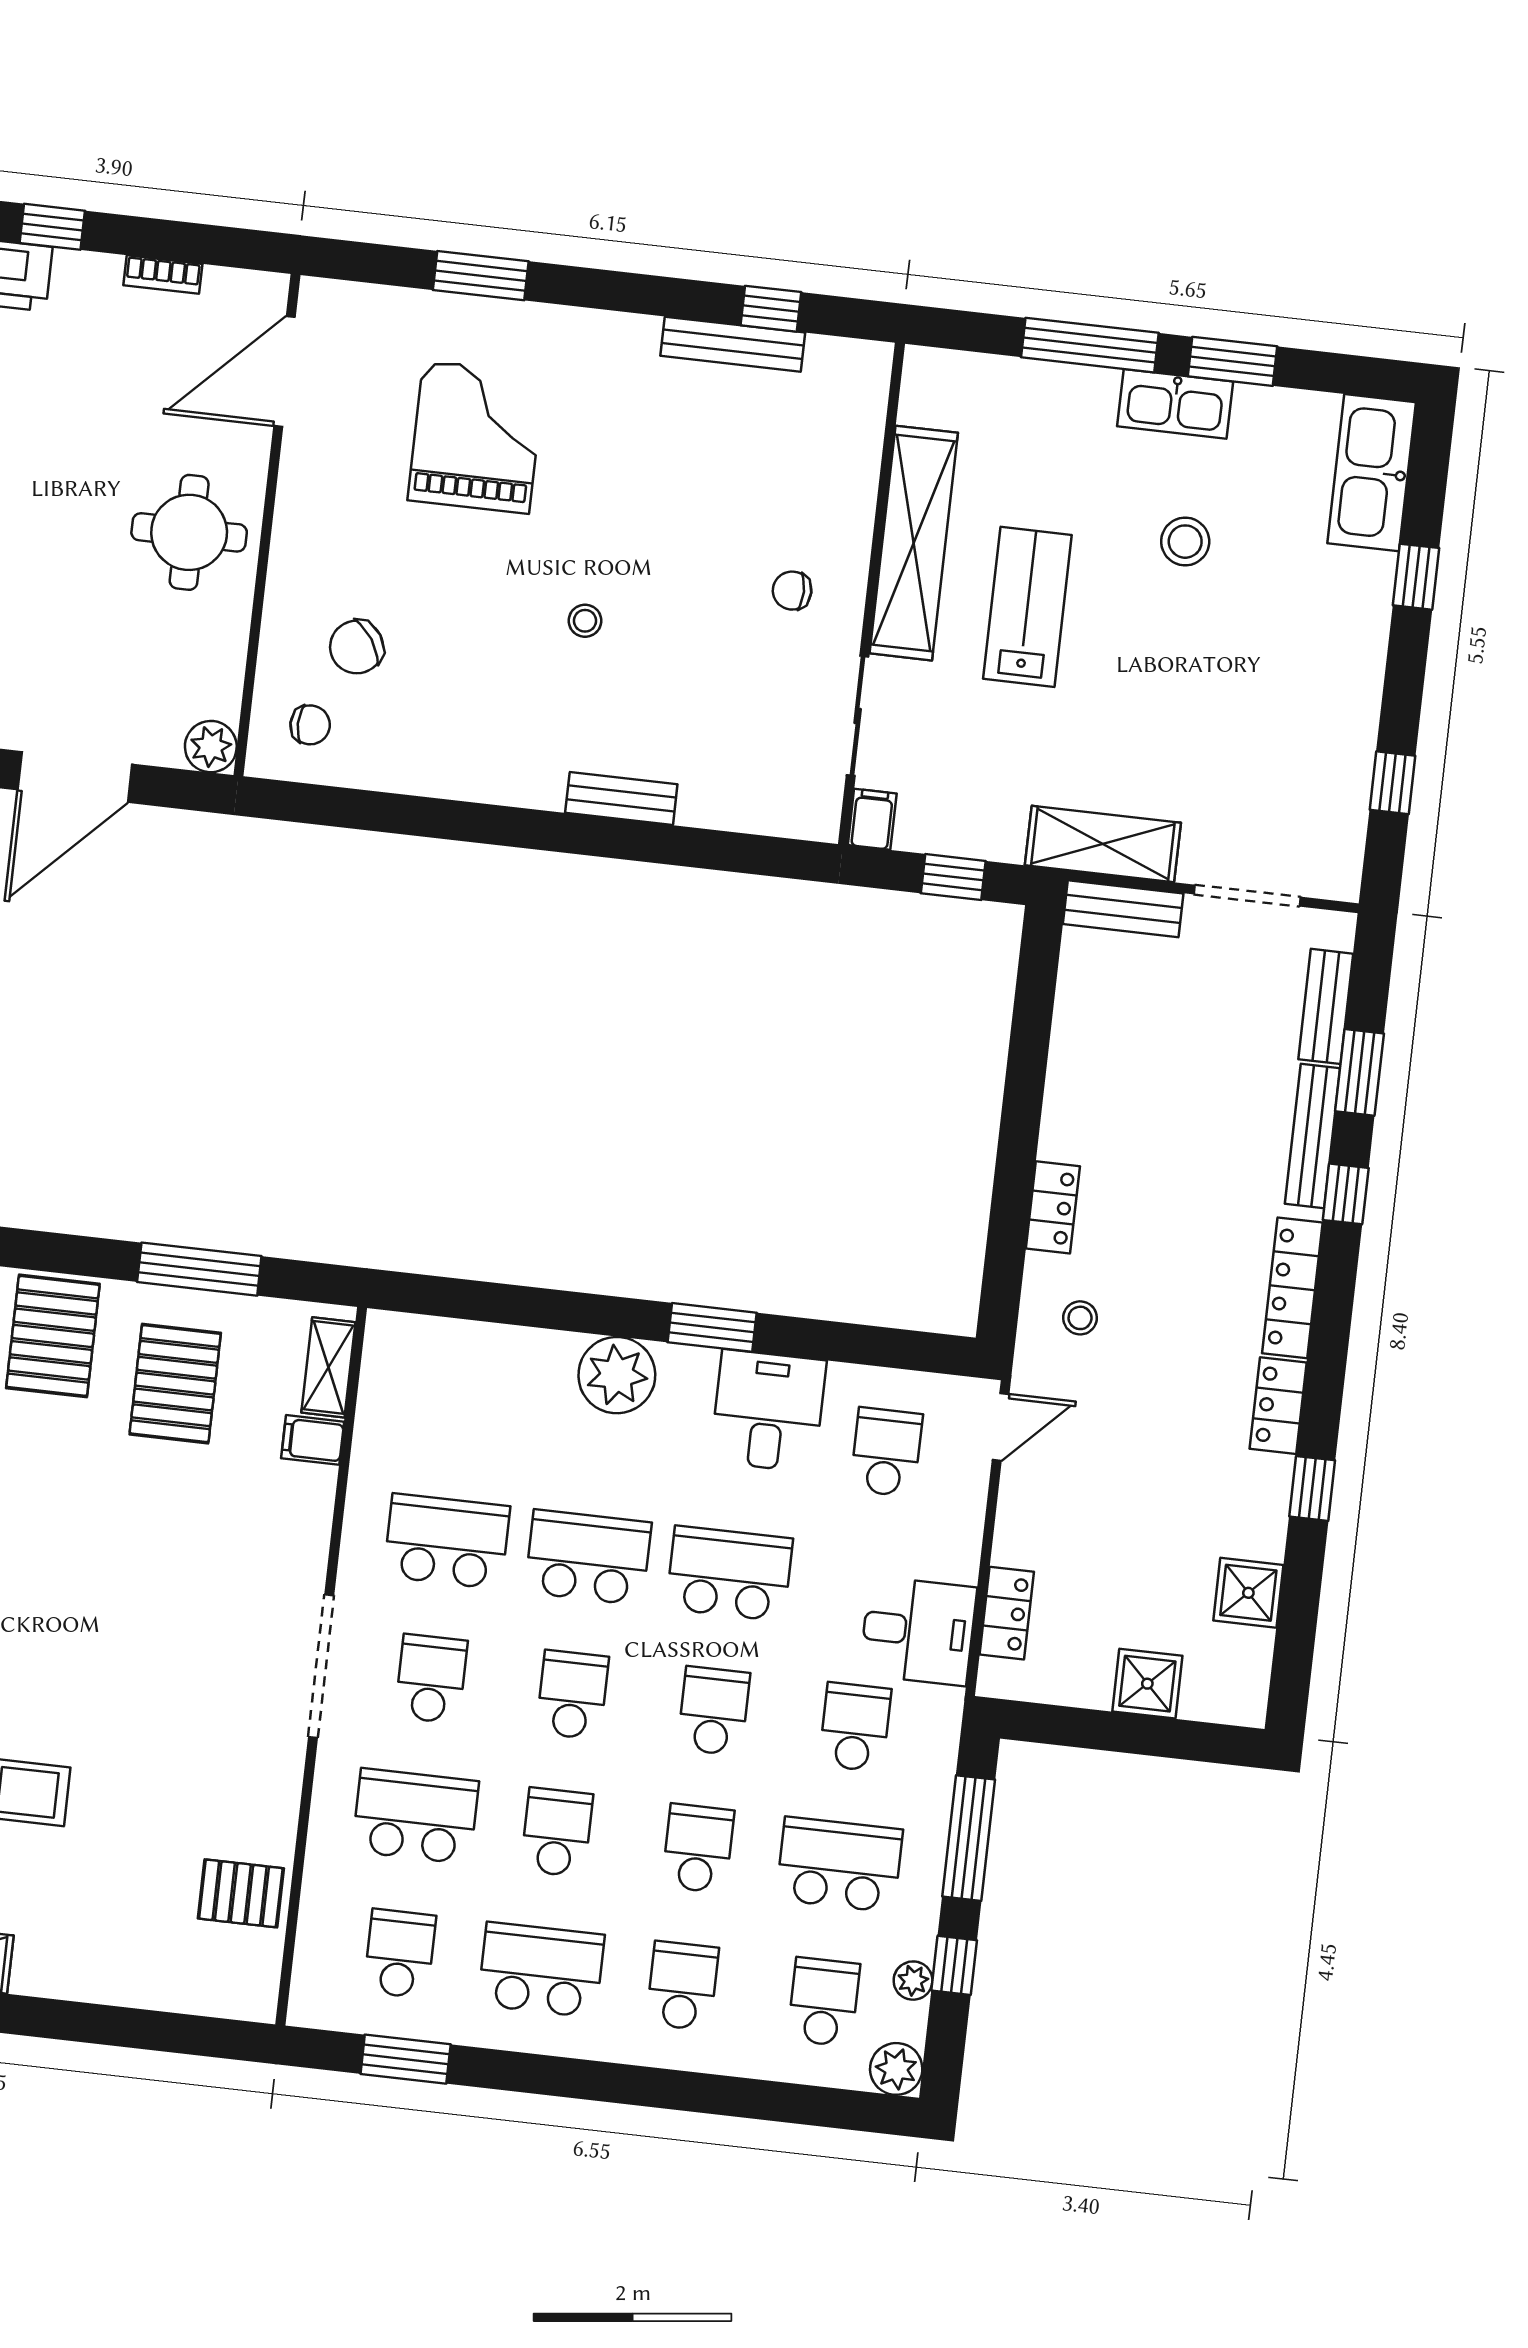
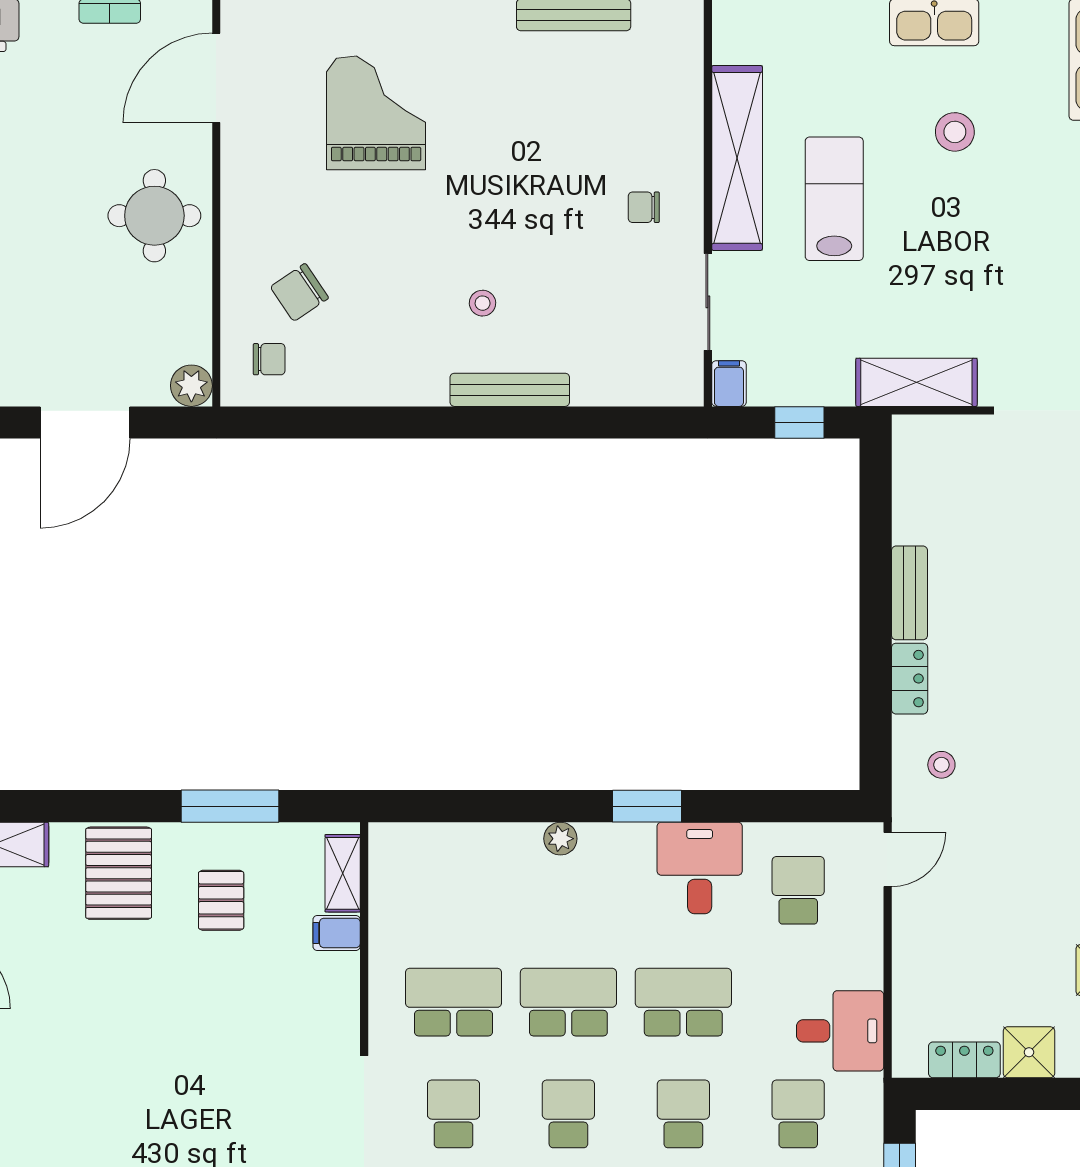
stool: (585, 621) -> (483, 303), moved
bench: (621, 798) -> (510, 390), width x1.36
bench: (1123, 909) -> (910, 593), moved, turned 90
plant: (617, 1375) -> (560, 839), width x0.53, depth x0.53
pallet: (175, 1384) -> (221, 900), width x0.67, depth x0.71
locker: (1007, 1613) -> (964, 1060), moved, turned -90

